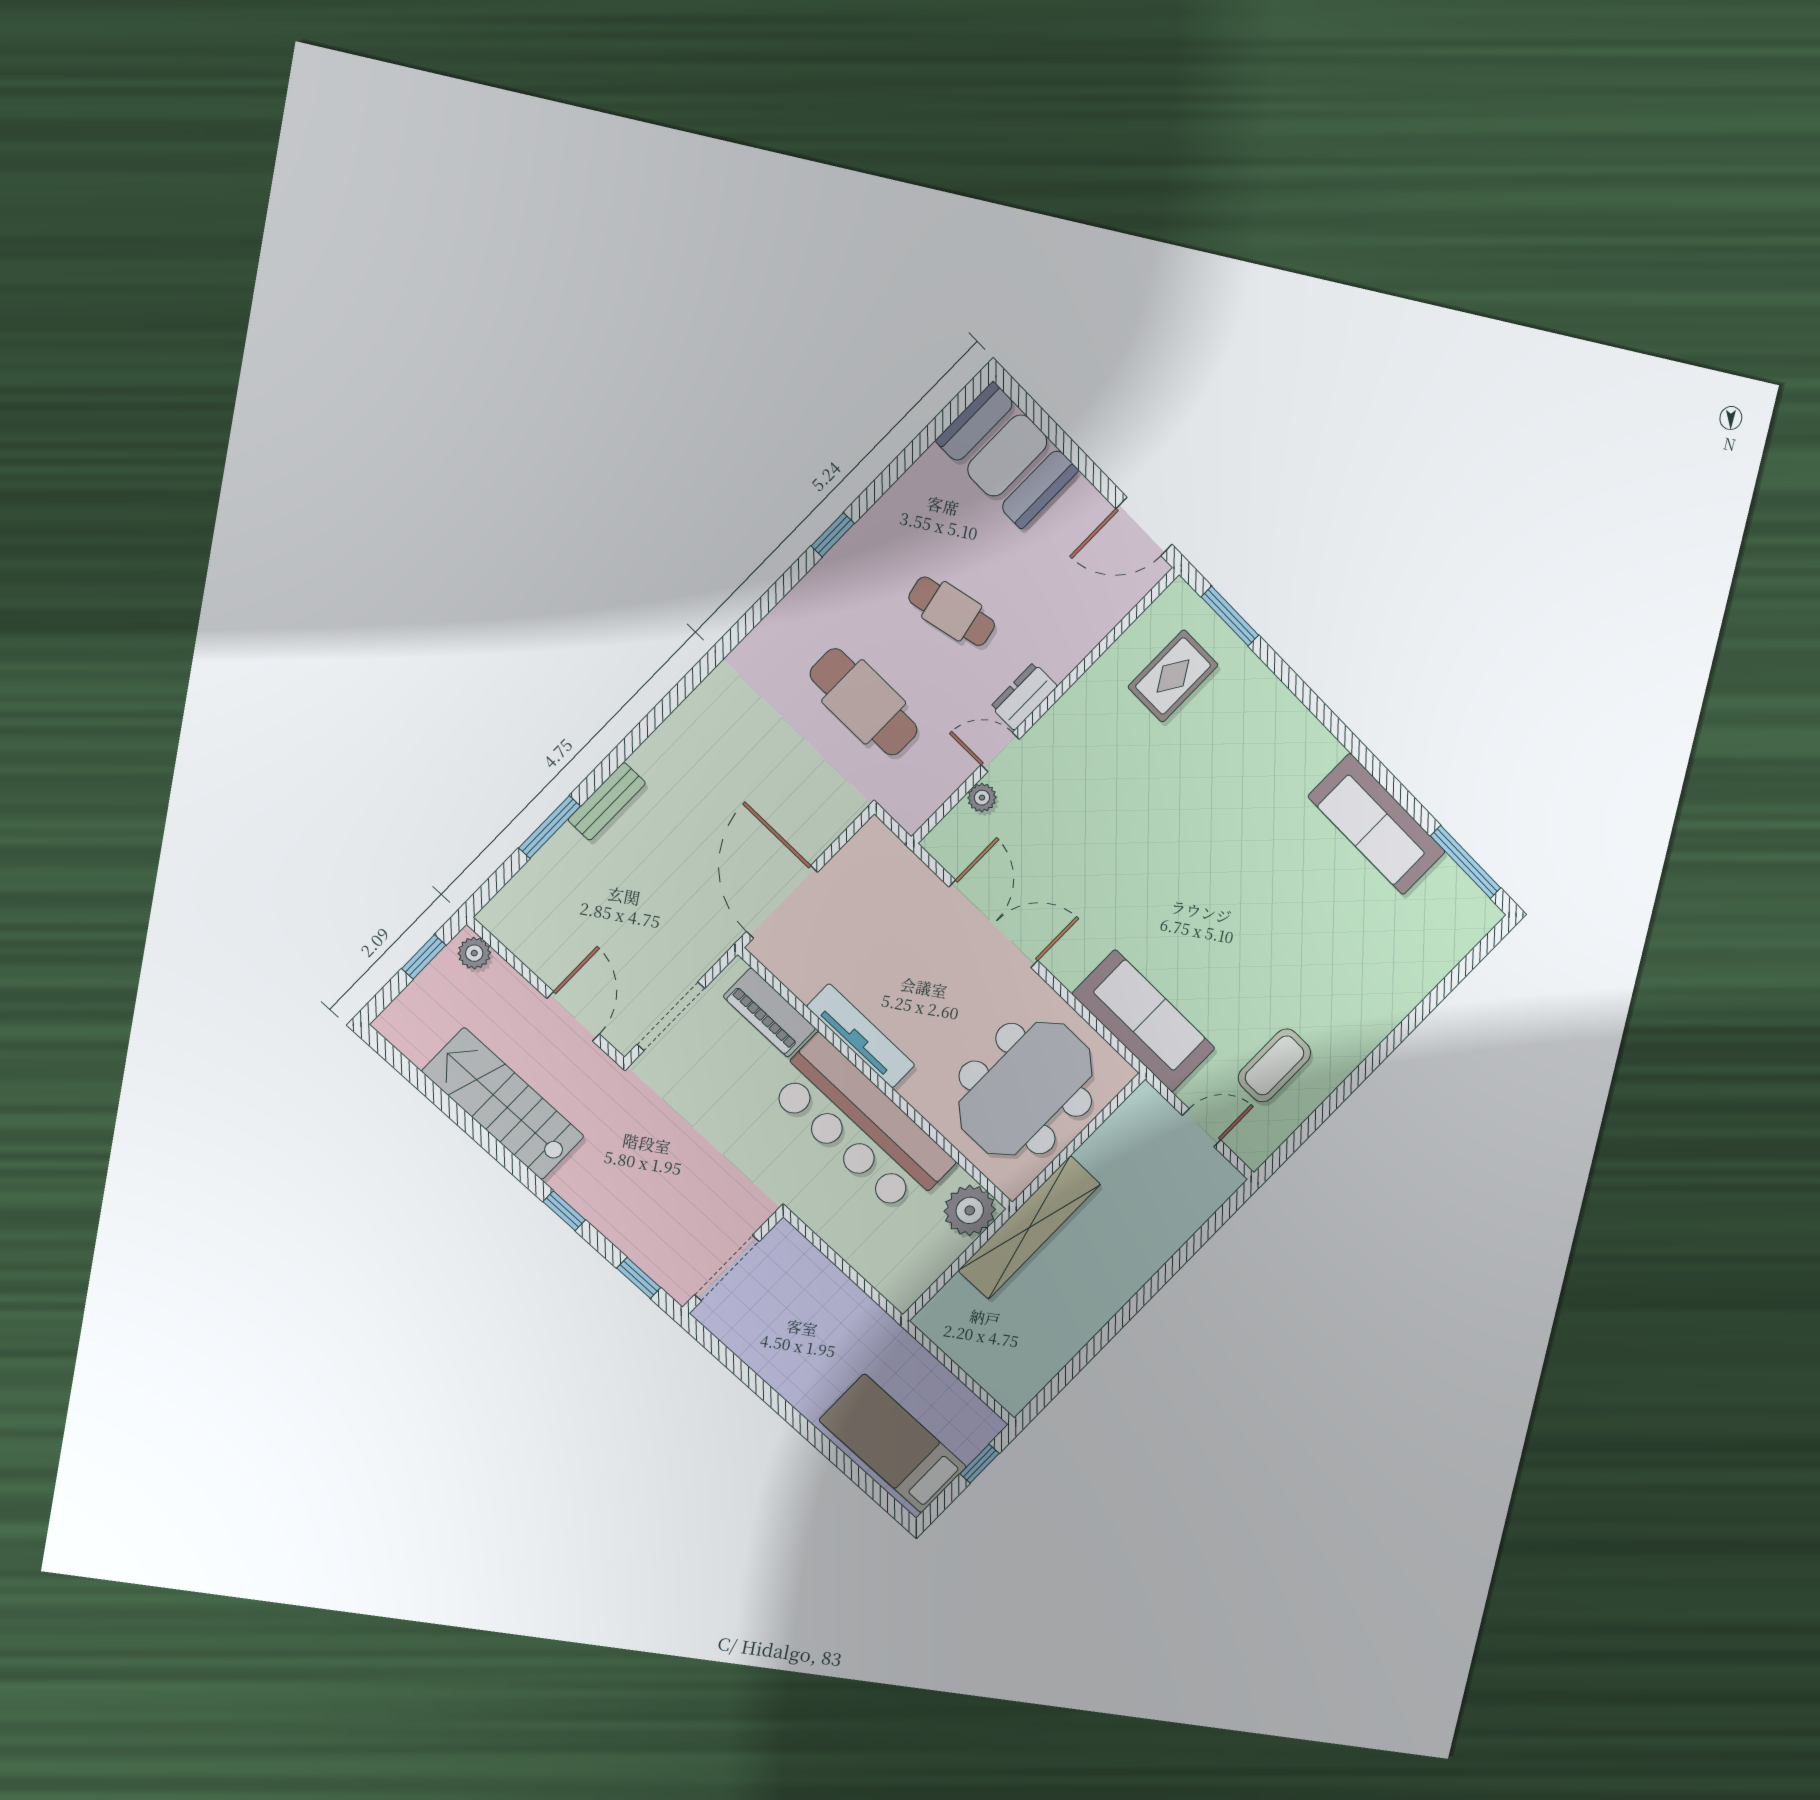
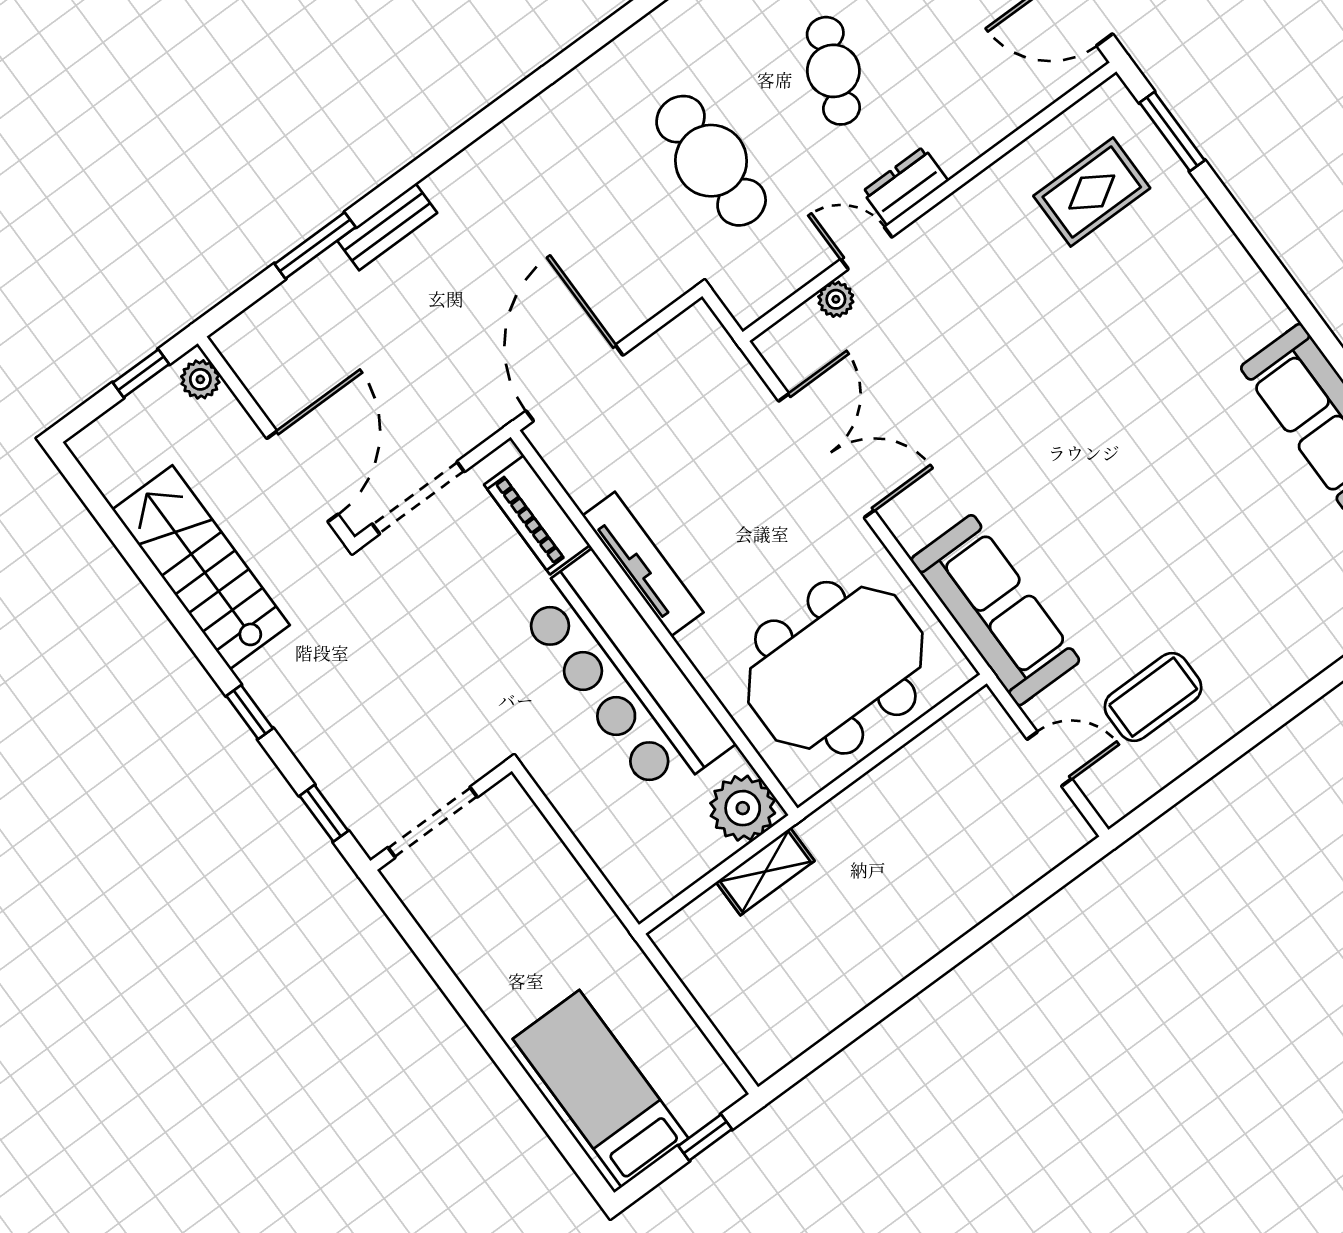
cafe table: (952, 611) -> (833, 71), turned 36
door: (573, 1016) -> (302, 476), width x1.36
shelving: (1029, 1227) -> (765, 871), width x0.45, depth x0.75

